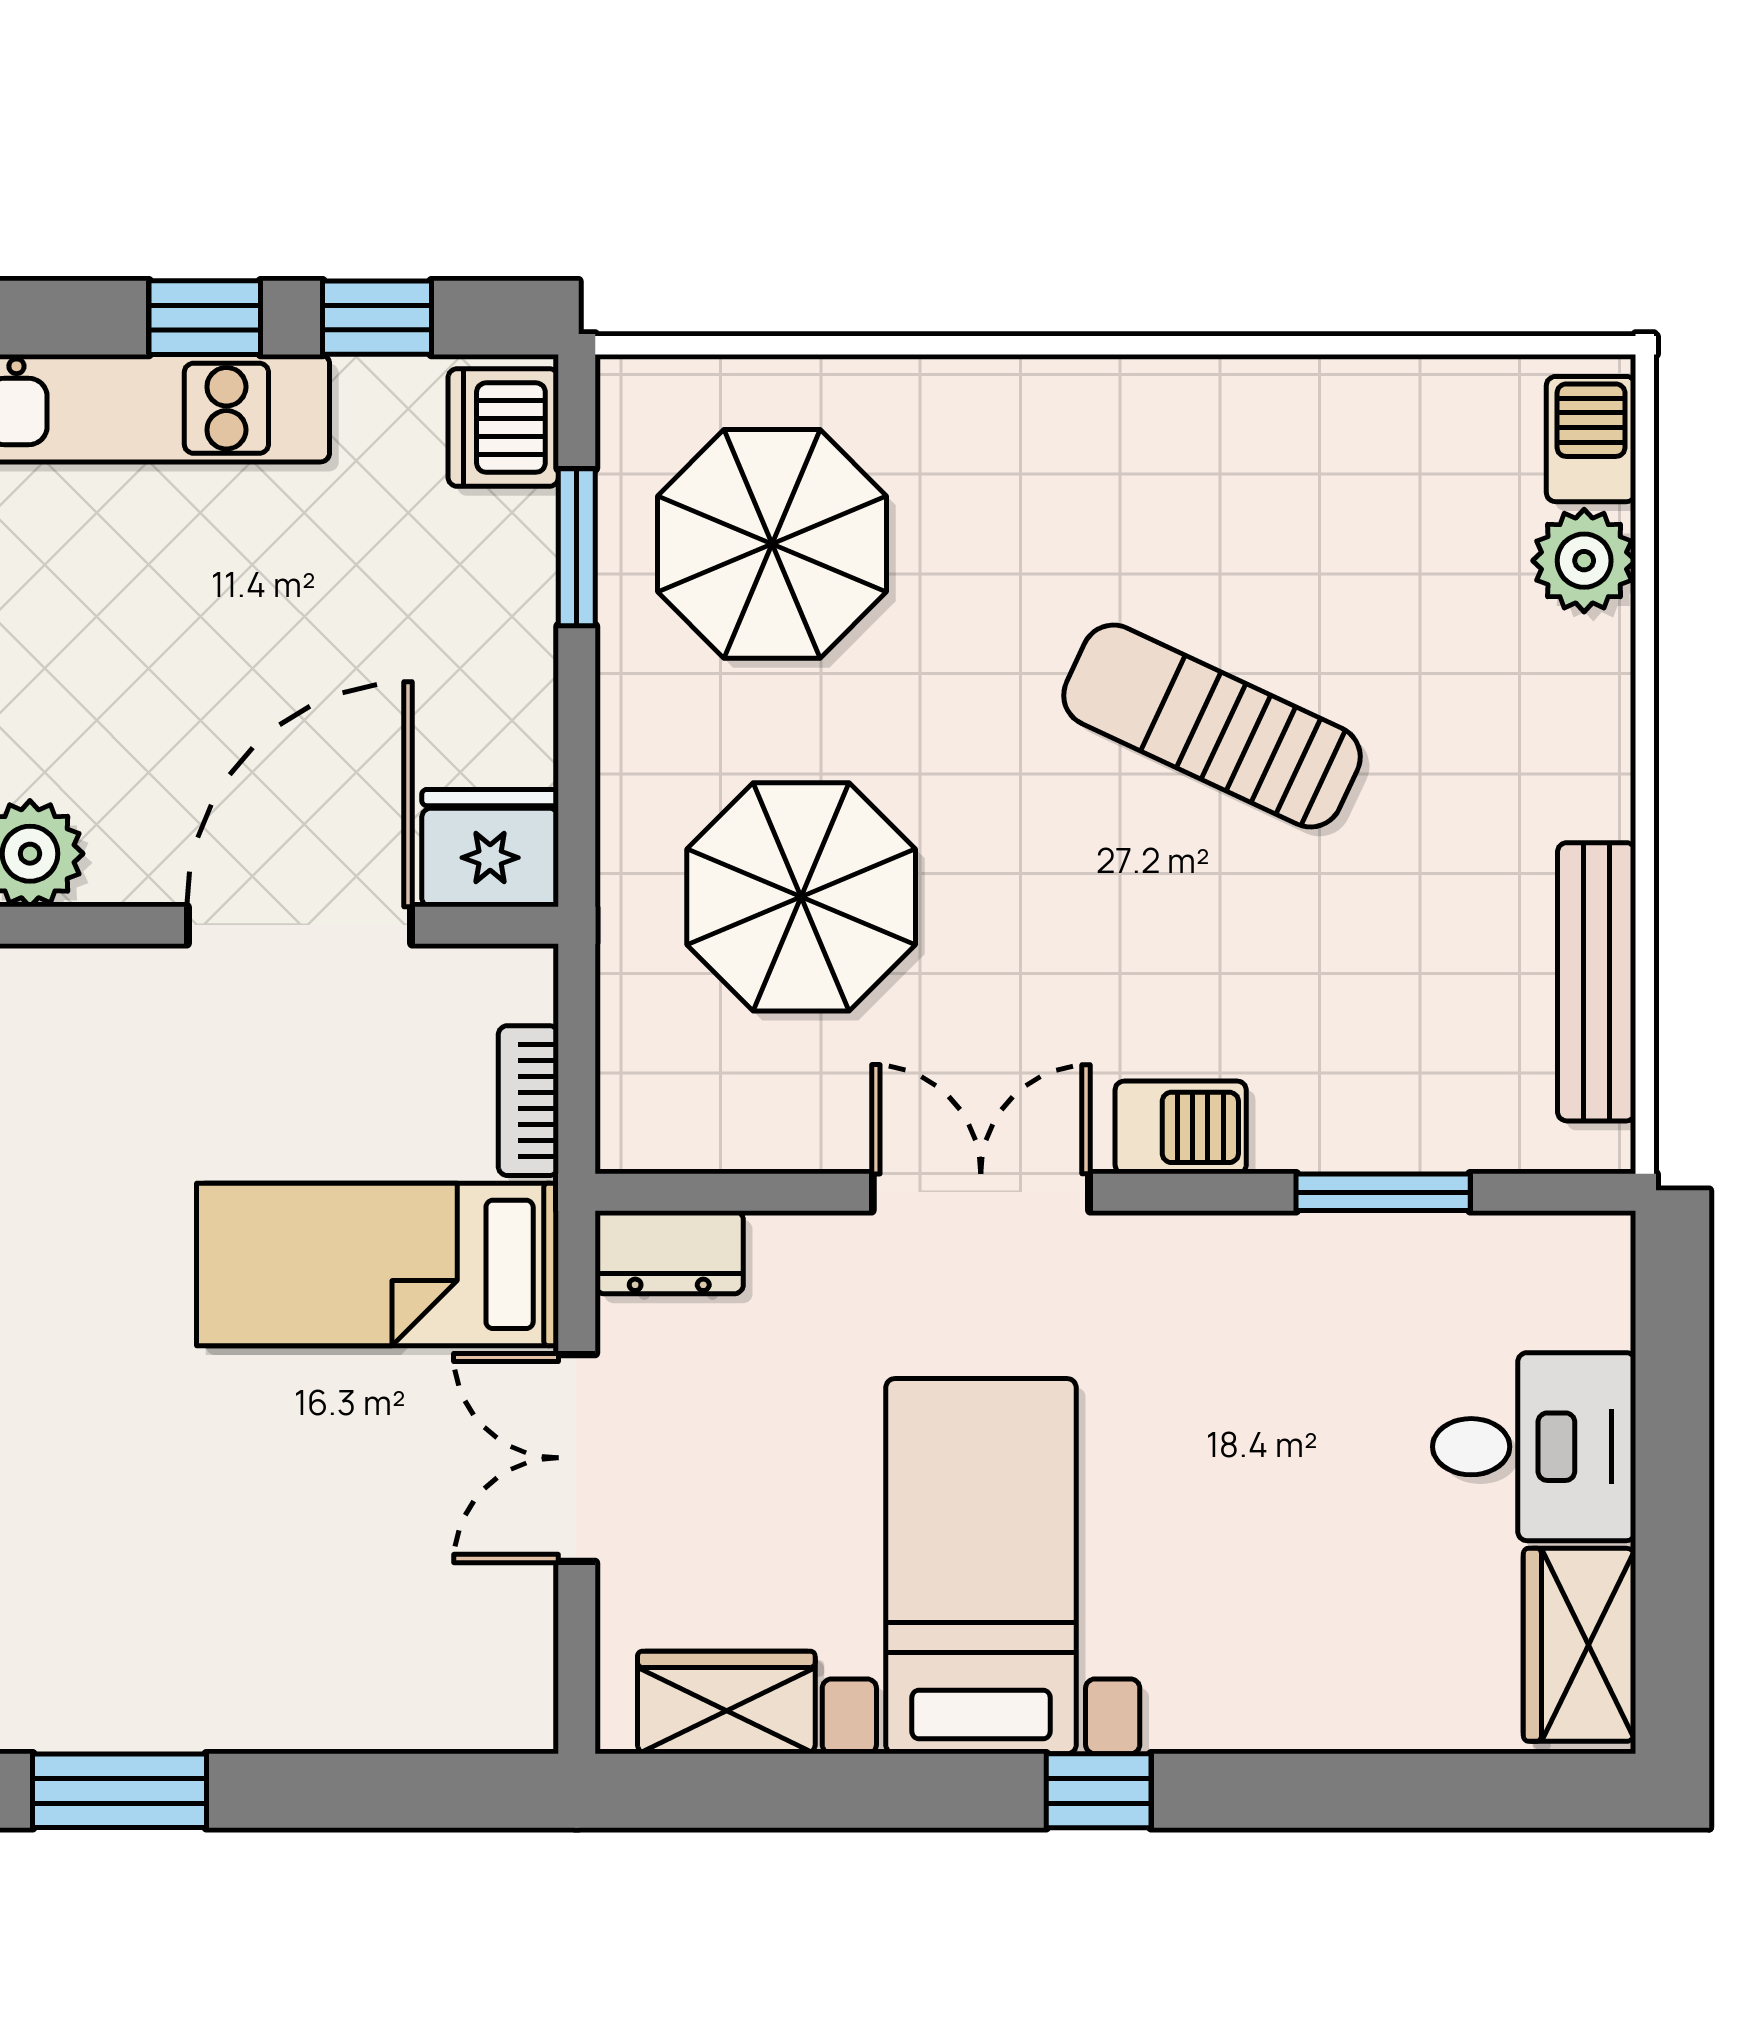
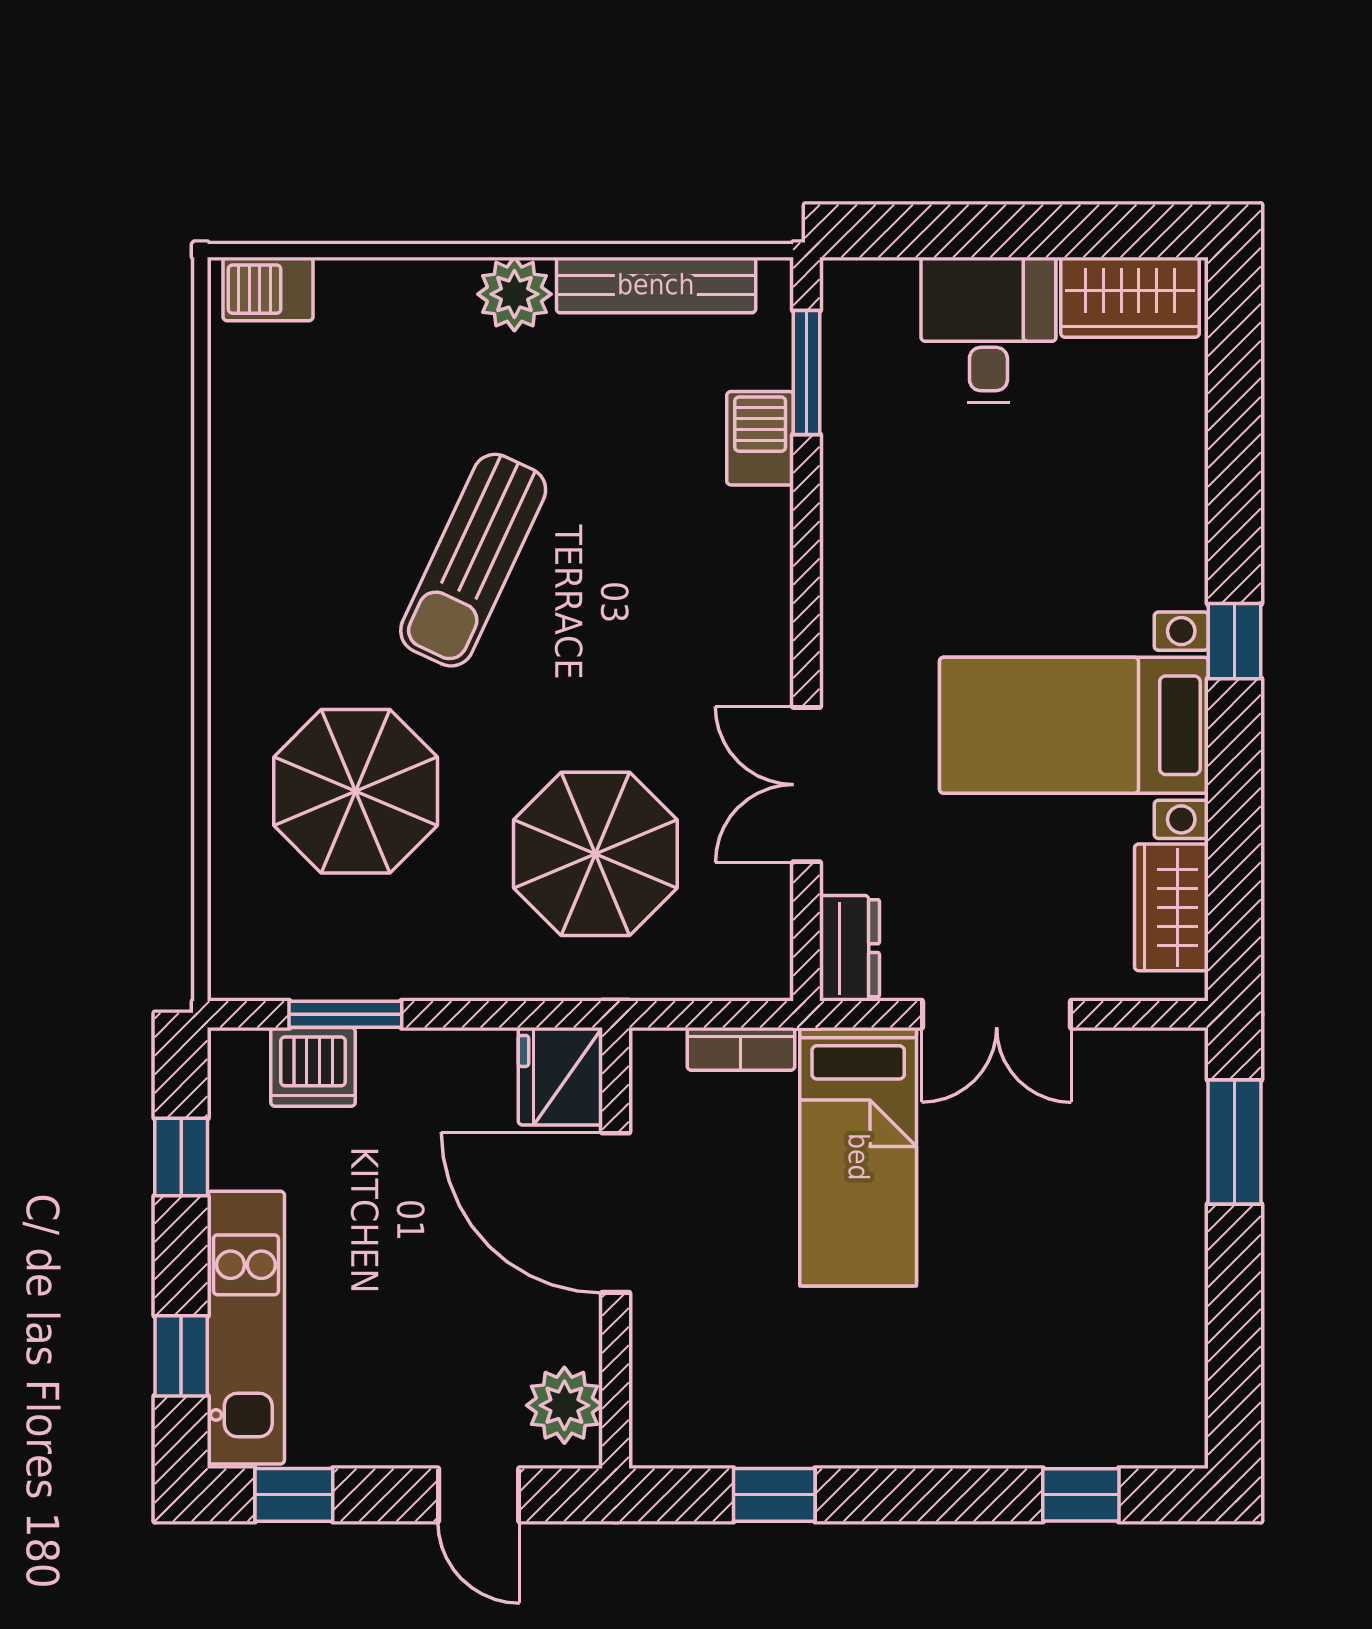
window: (205, 318) -> (181, 1356), moved
dishwasher: (503, 428) -> (313, 1067), moved
parasol: (772, 544) -> (356, 791), moved
plant: (1584, 561) -> (514, 294), moved
barbecue: (1181, 1127) -> (760, 438), moved
double door: (981, 1192) -> (807, 785), moved
window: (1383, 1192) -> (807, 372), moved
window: (120, 1791) -> (1234, 1142), moved

